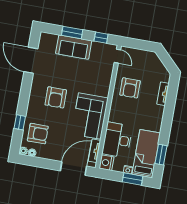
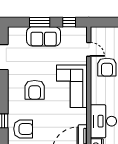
door: (117, 56) -> (89, 49), moved
corner sofa: (90, 116) -> (72, 86), moved

